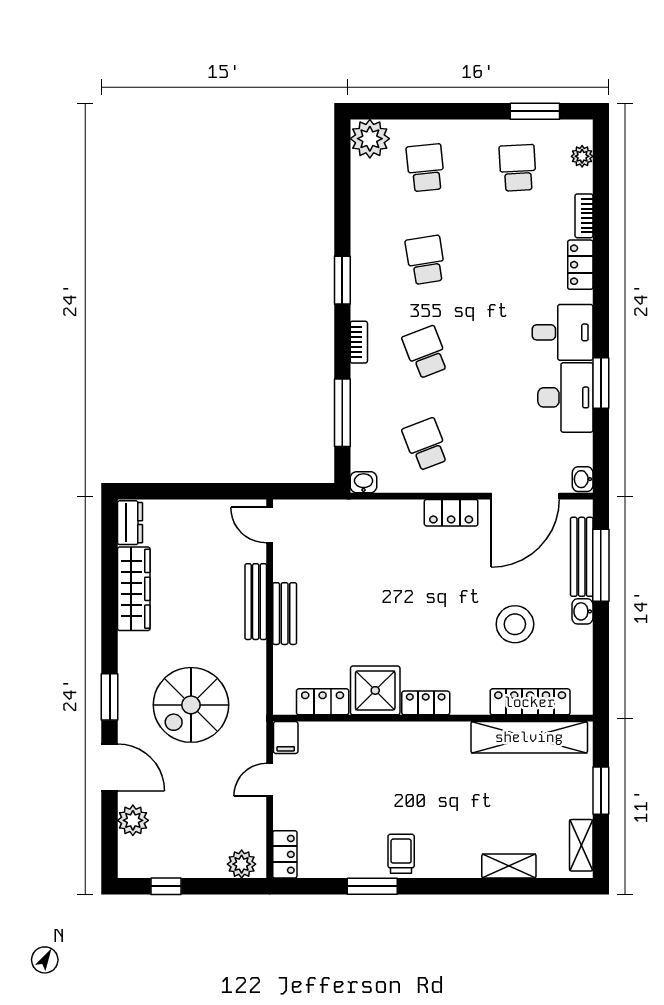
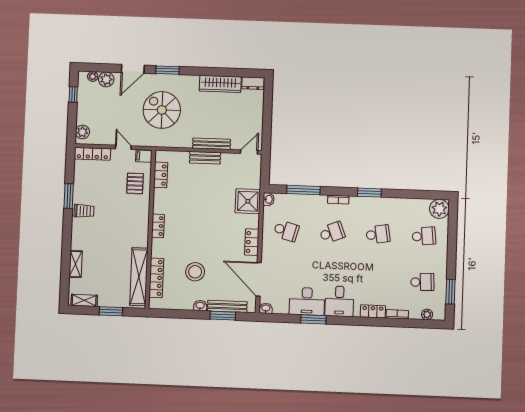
school desk: (426, 444) -> (286, 231), turned 36
window: (601, 565) -> (223, 316), width x0.69
shower: (375, 690) -> (248, 201), moved
pallet: (342, 753) -> (135, 183), added
plant: (128, 848) -> (93, 76), added
locker: (285, 854) -> (92, 154), width x1.53

